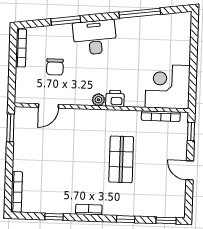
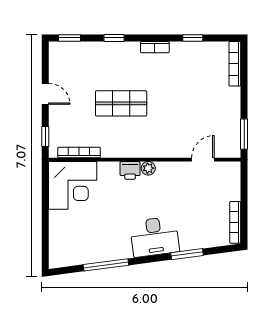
chair: (55, 67) -> (197, 203), removed
shop shelf: (121, 159) -> (121, 103), turned 90

